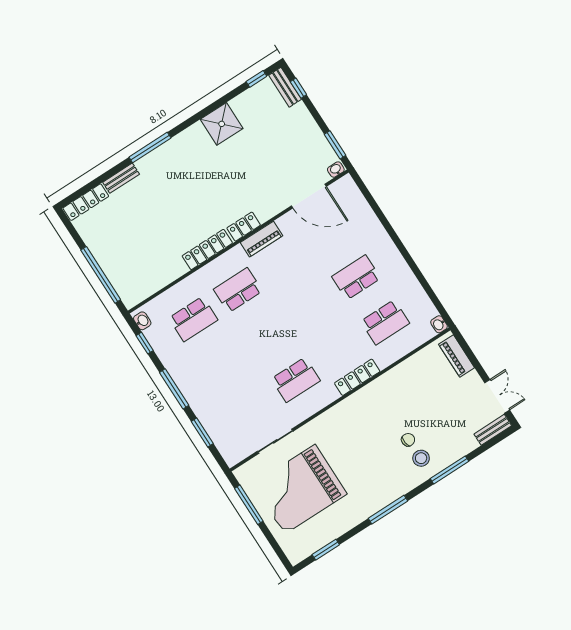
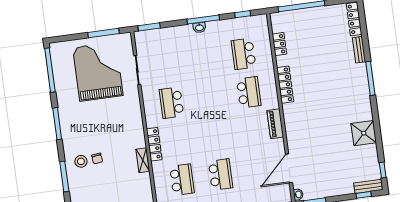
locker: (244, 227) -> (279, 44), moved
washbasin: (142, 321) -> (199, 27), moved
school desk: (385, 322) -> (182, 180), turned 180
shelving: (384, 382) -> (143, 160), added
window: (202, 433) -> (149, 27), moved
window: (326, 550) -> (50, 70), width x2.11

